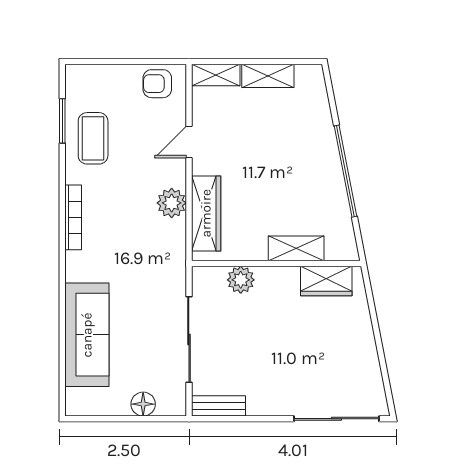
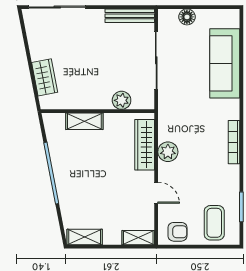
shelving: (268, 76) -> (85, 237), moved
coffee table: (93, 138) -> (214, 223), moved
door: (189, 142) -> (156, 193), hinge flipped
wardrobe: (326, 281) -> (45, 77), moved, turned 79
bench: (219, 406) -> (130, 16), width x1.36

